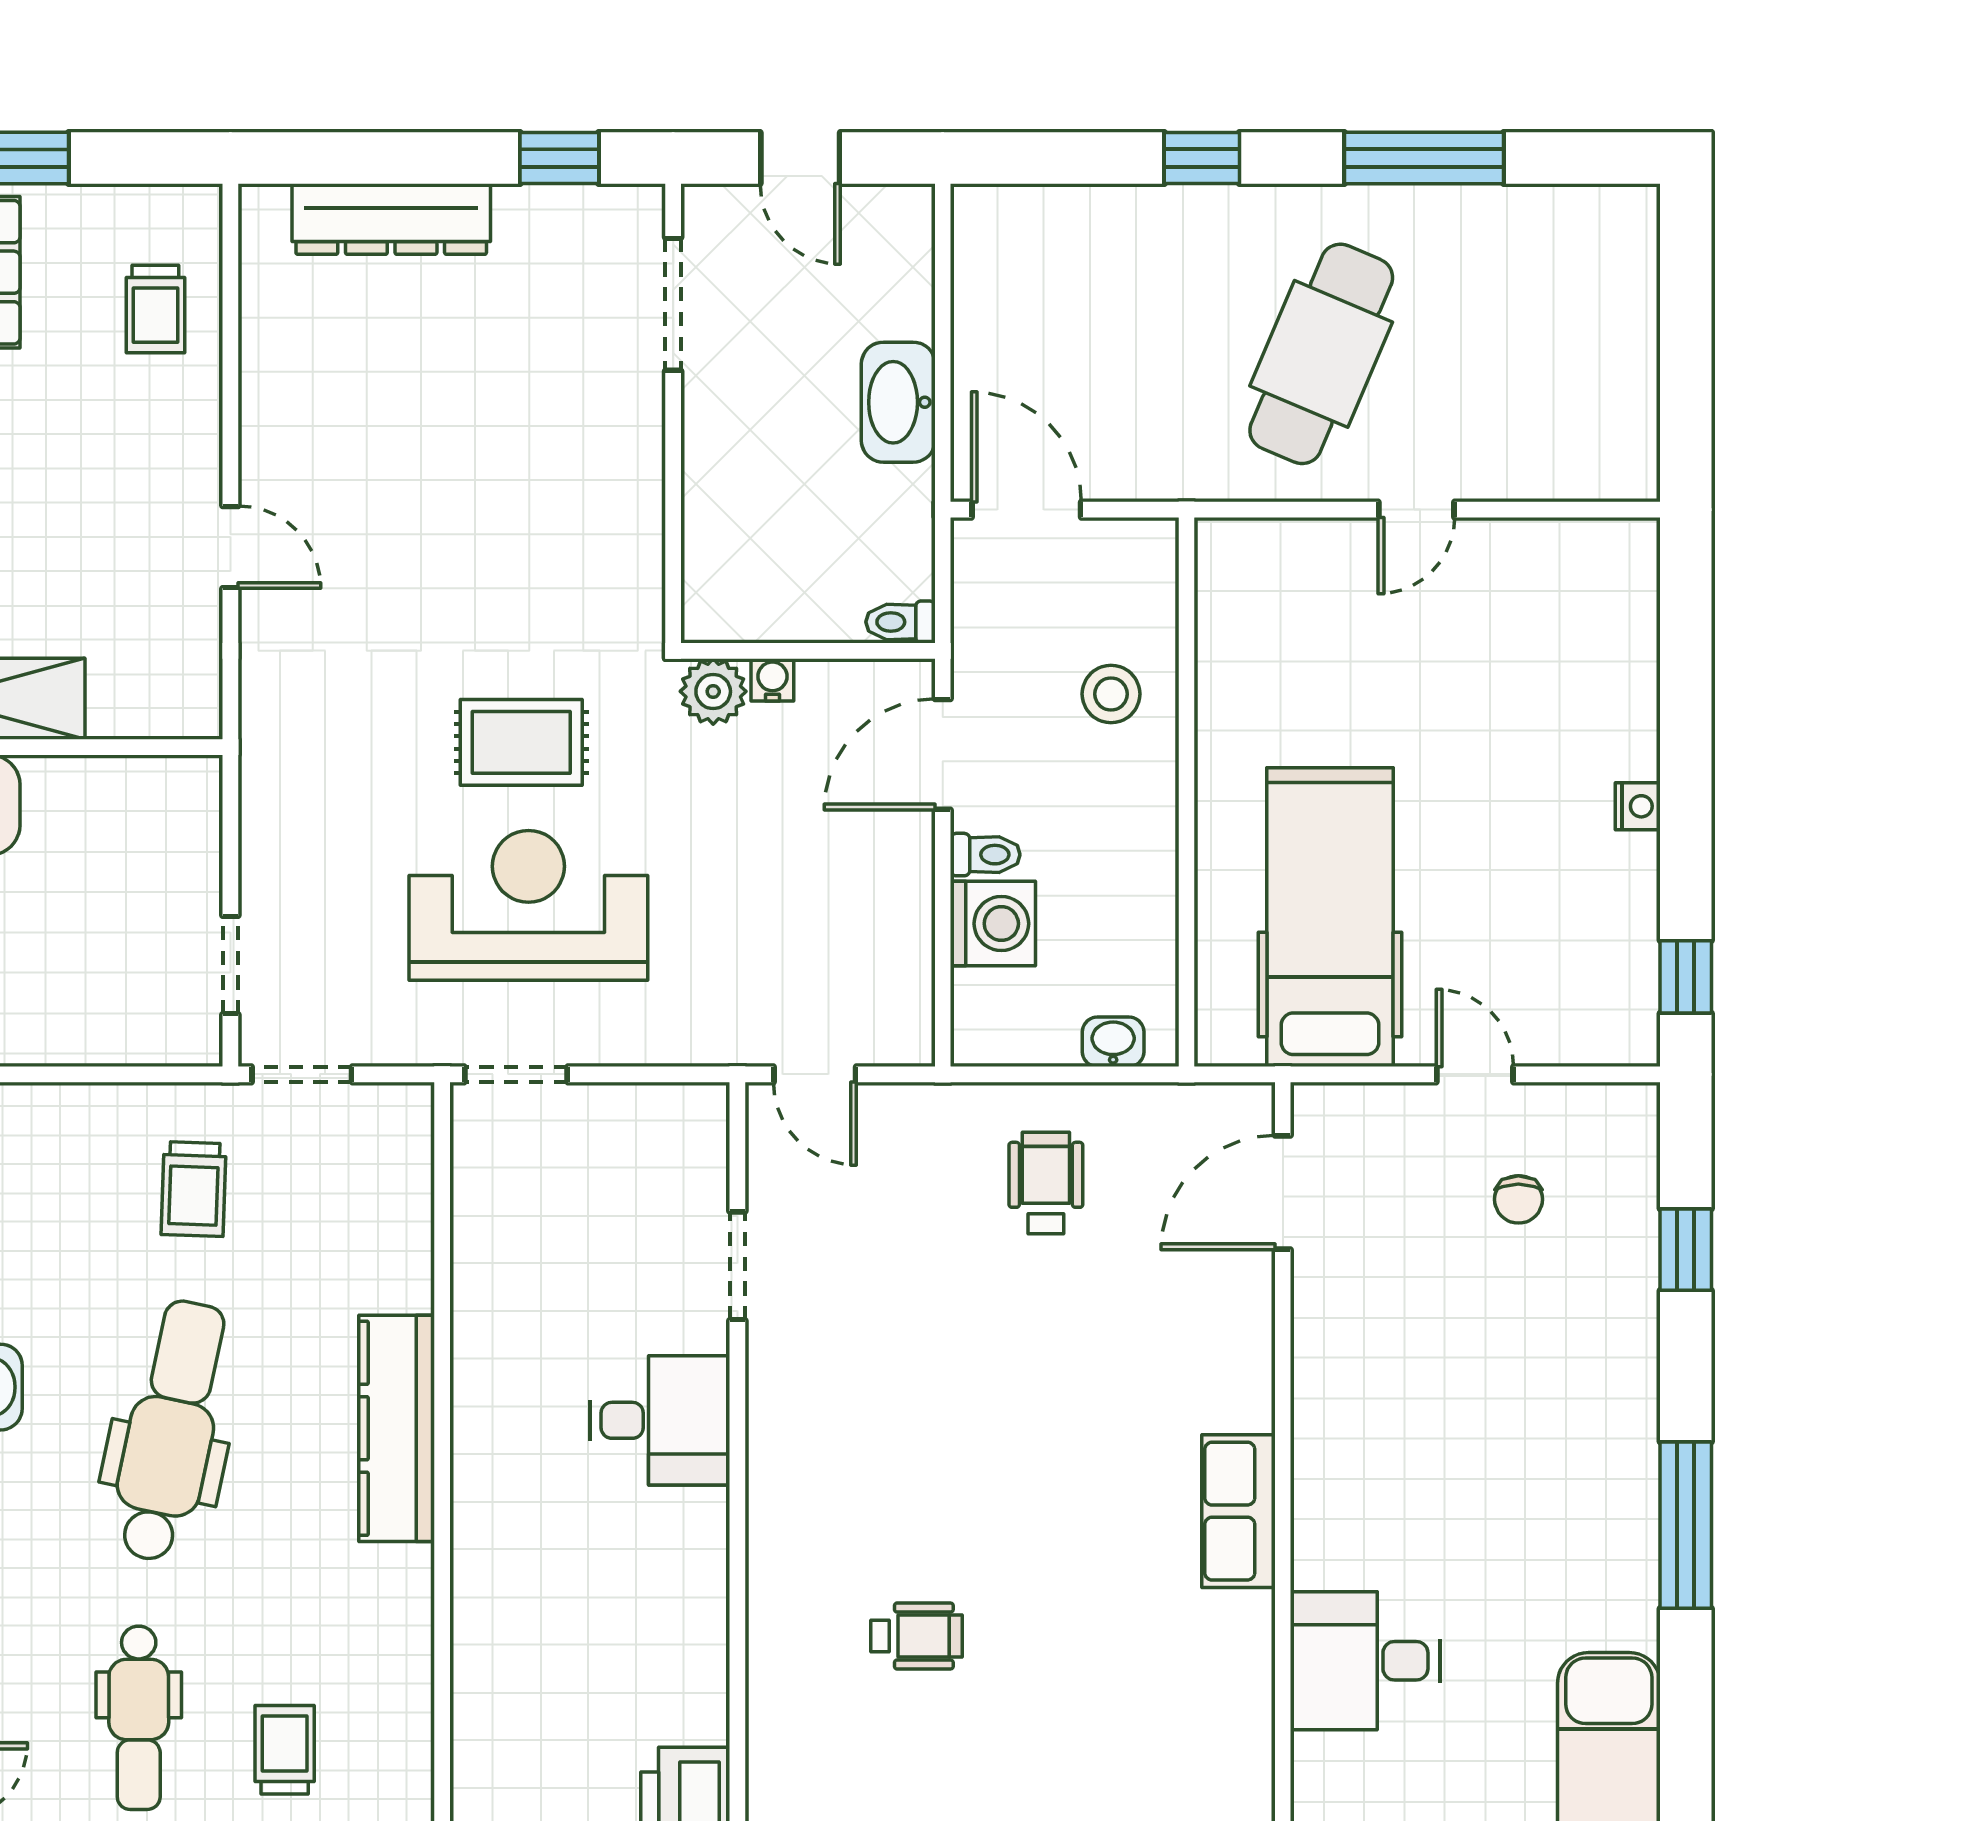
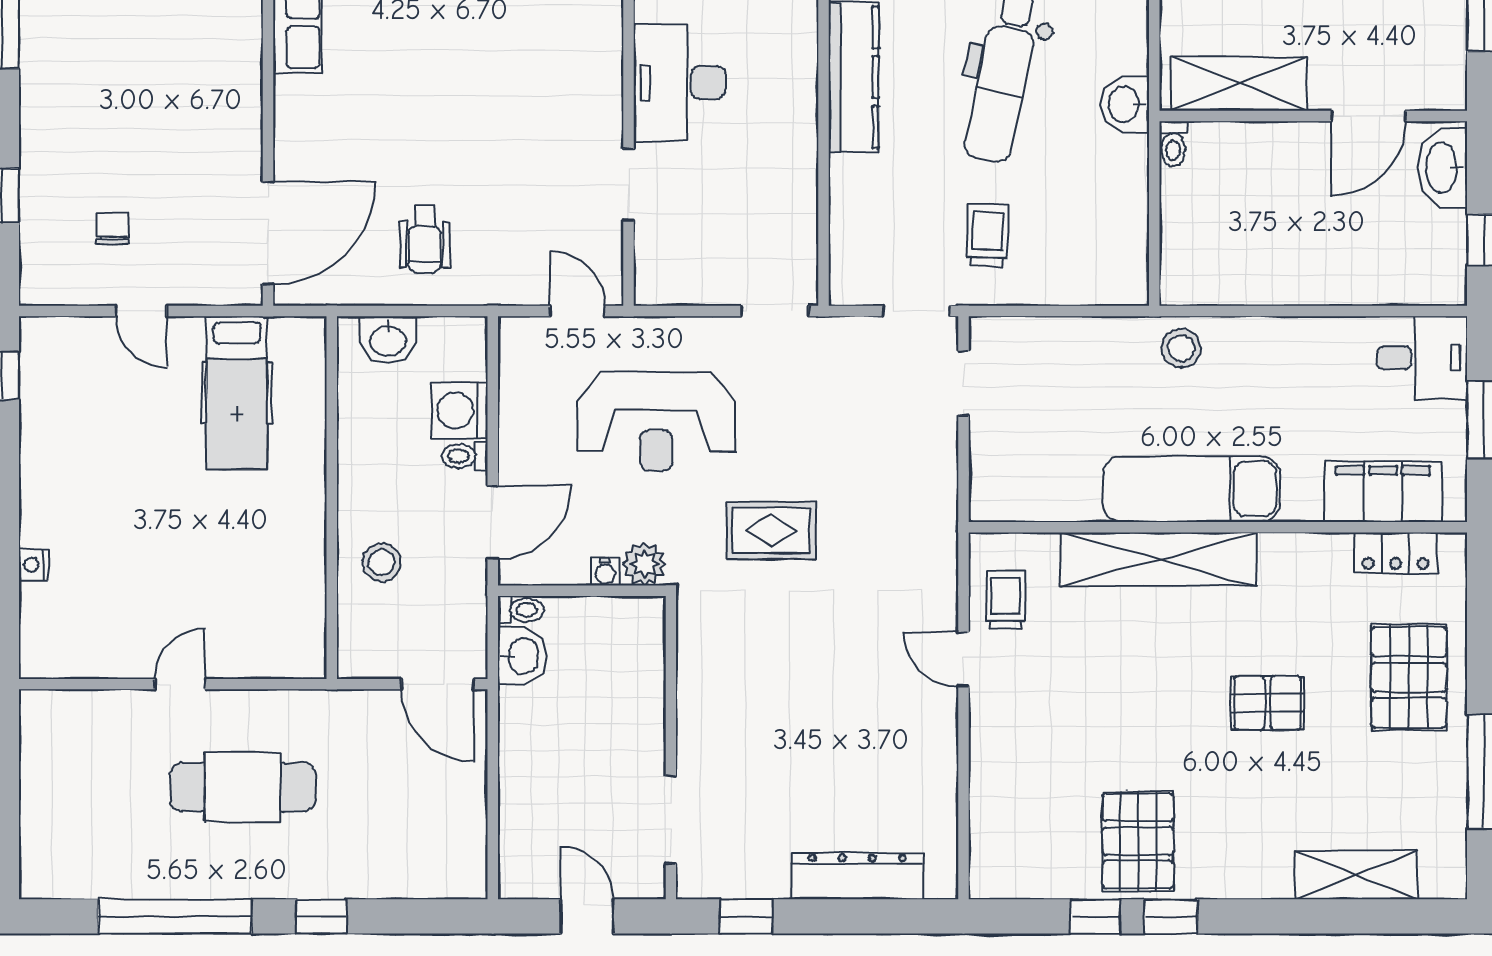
window: (1424, 158) -> (175, 916), width x1.46
trolley: (155, 309) -> (1005, 600), moved
cafe table: (1321, 354) -> (243, 787), turned 67
washbasin: (898, 402) -> (522, 656), moved, width x0.72
nightstand: (1638, 806) -> (34, 565), moved
reception desk: (528, 905) -> (656, 422), moved
hospital bed: (1330, 917) -> (237, 393), width x0.73, depth x0.78
washbasin: (1113, 1042) -> (388, 340), width x1.38, depth x1.45
door: (1283, 1192) -> (268, 233), width x1.36
desk: (660, 1420) -> (680, 82), width x1.37

